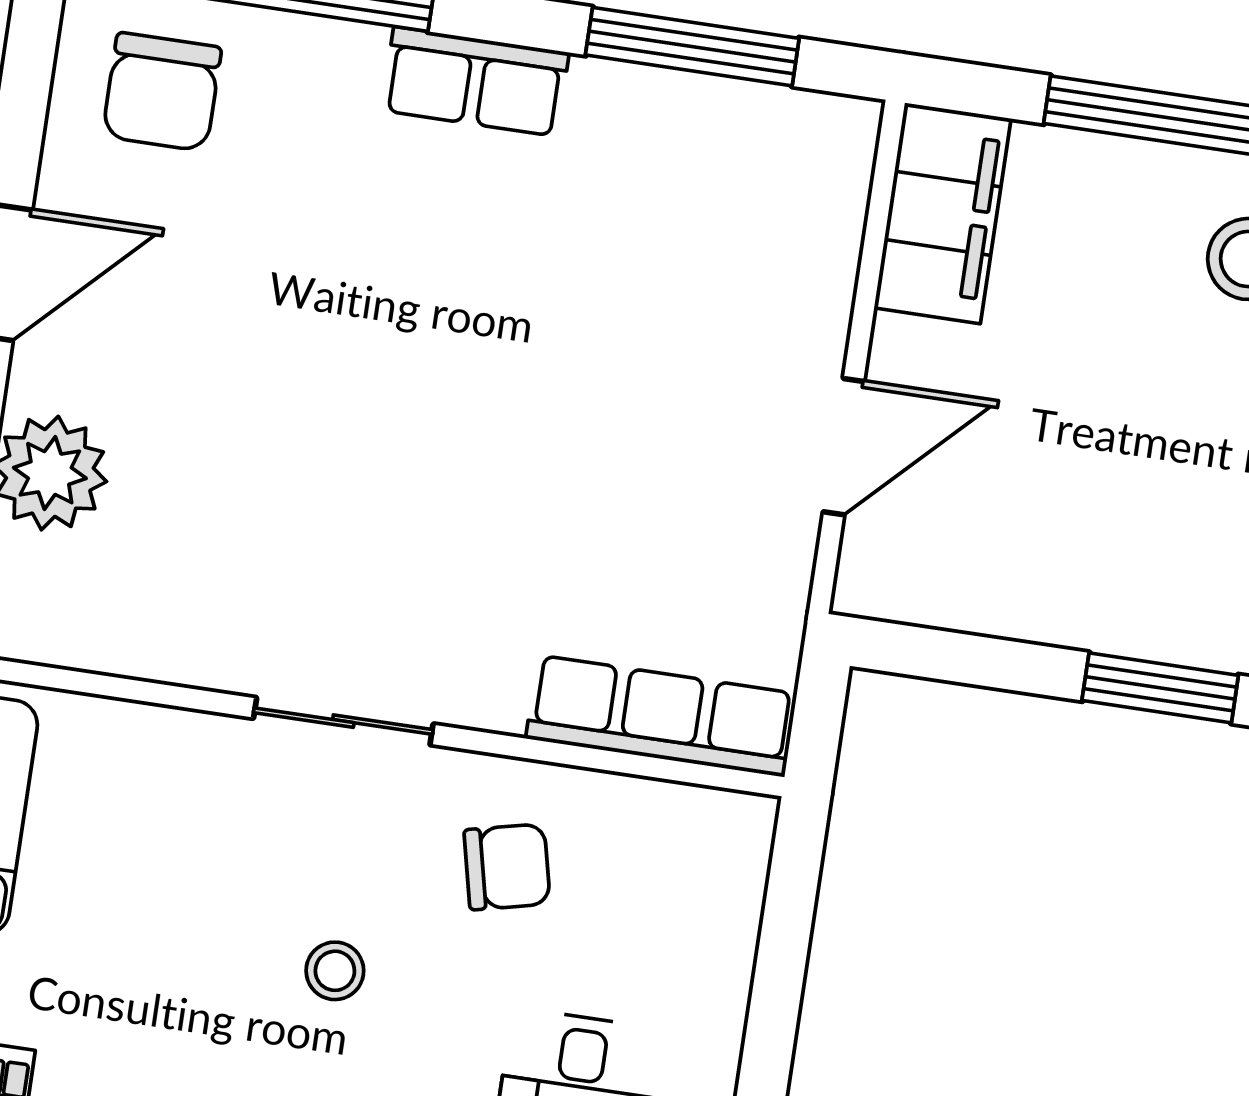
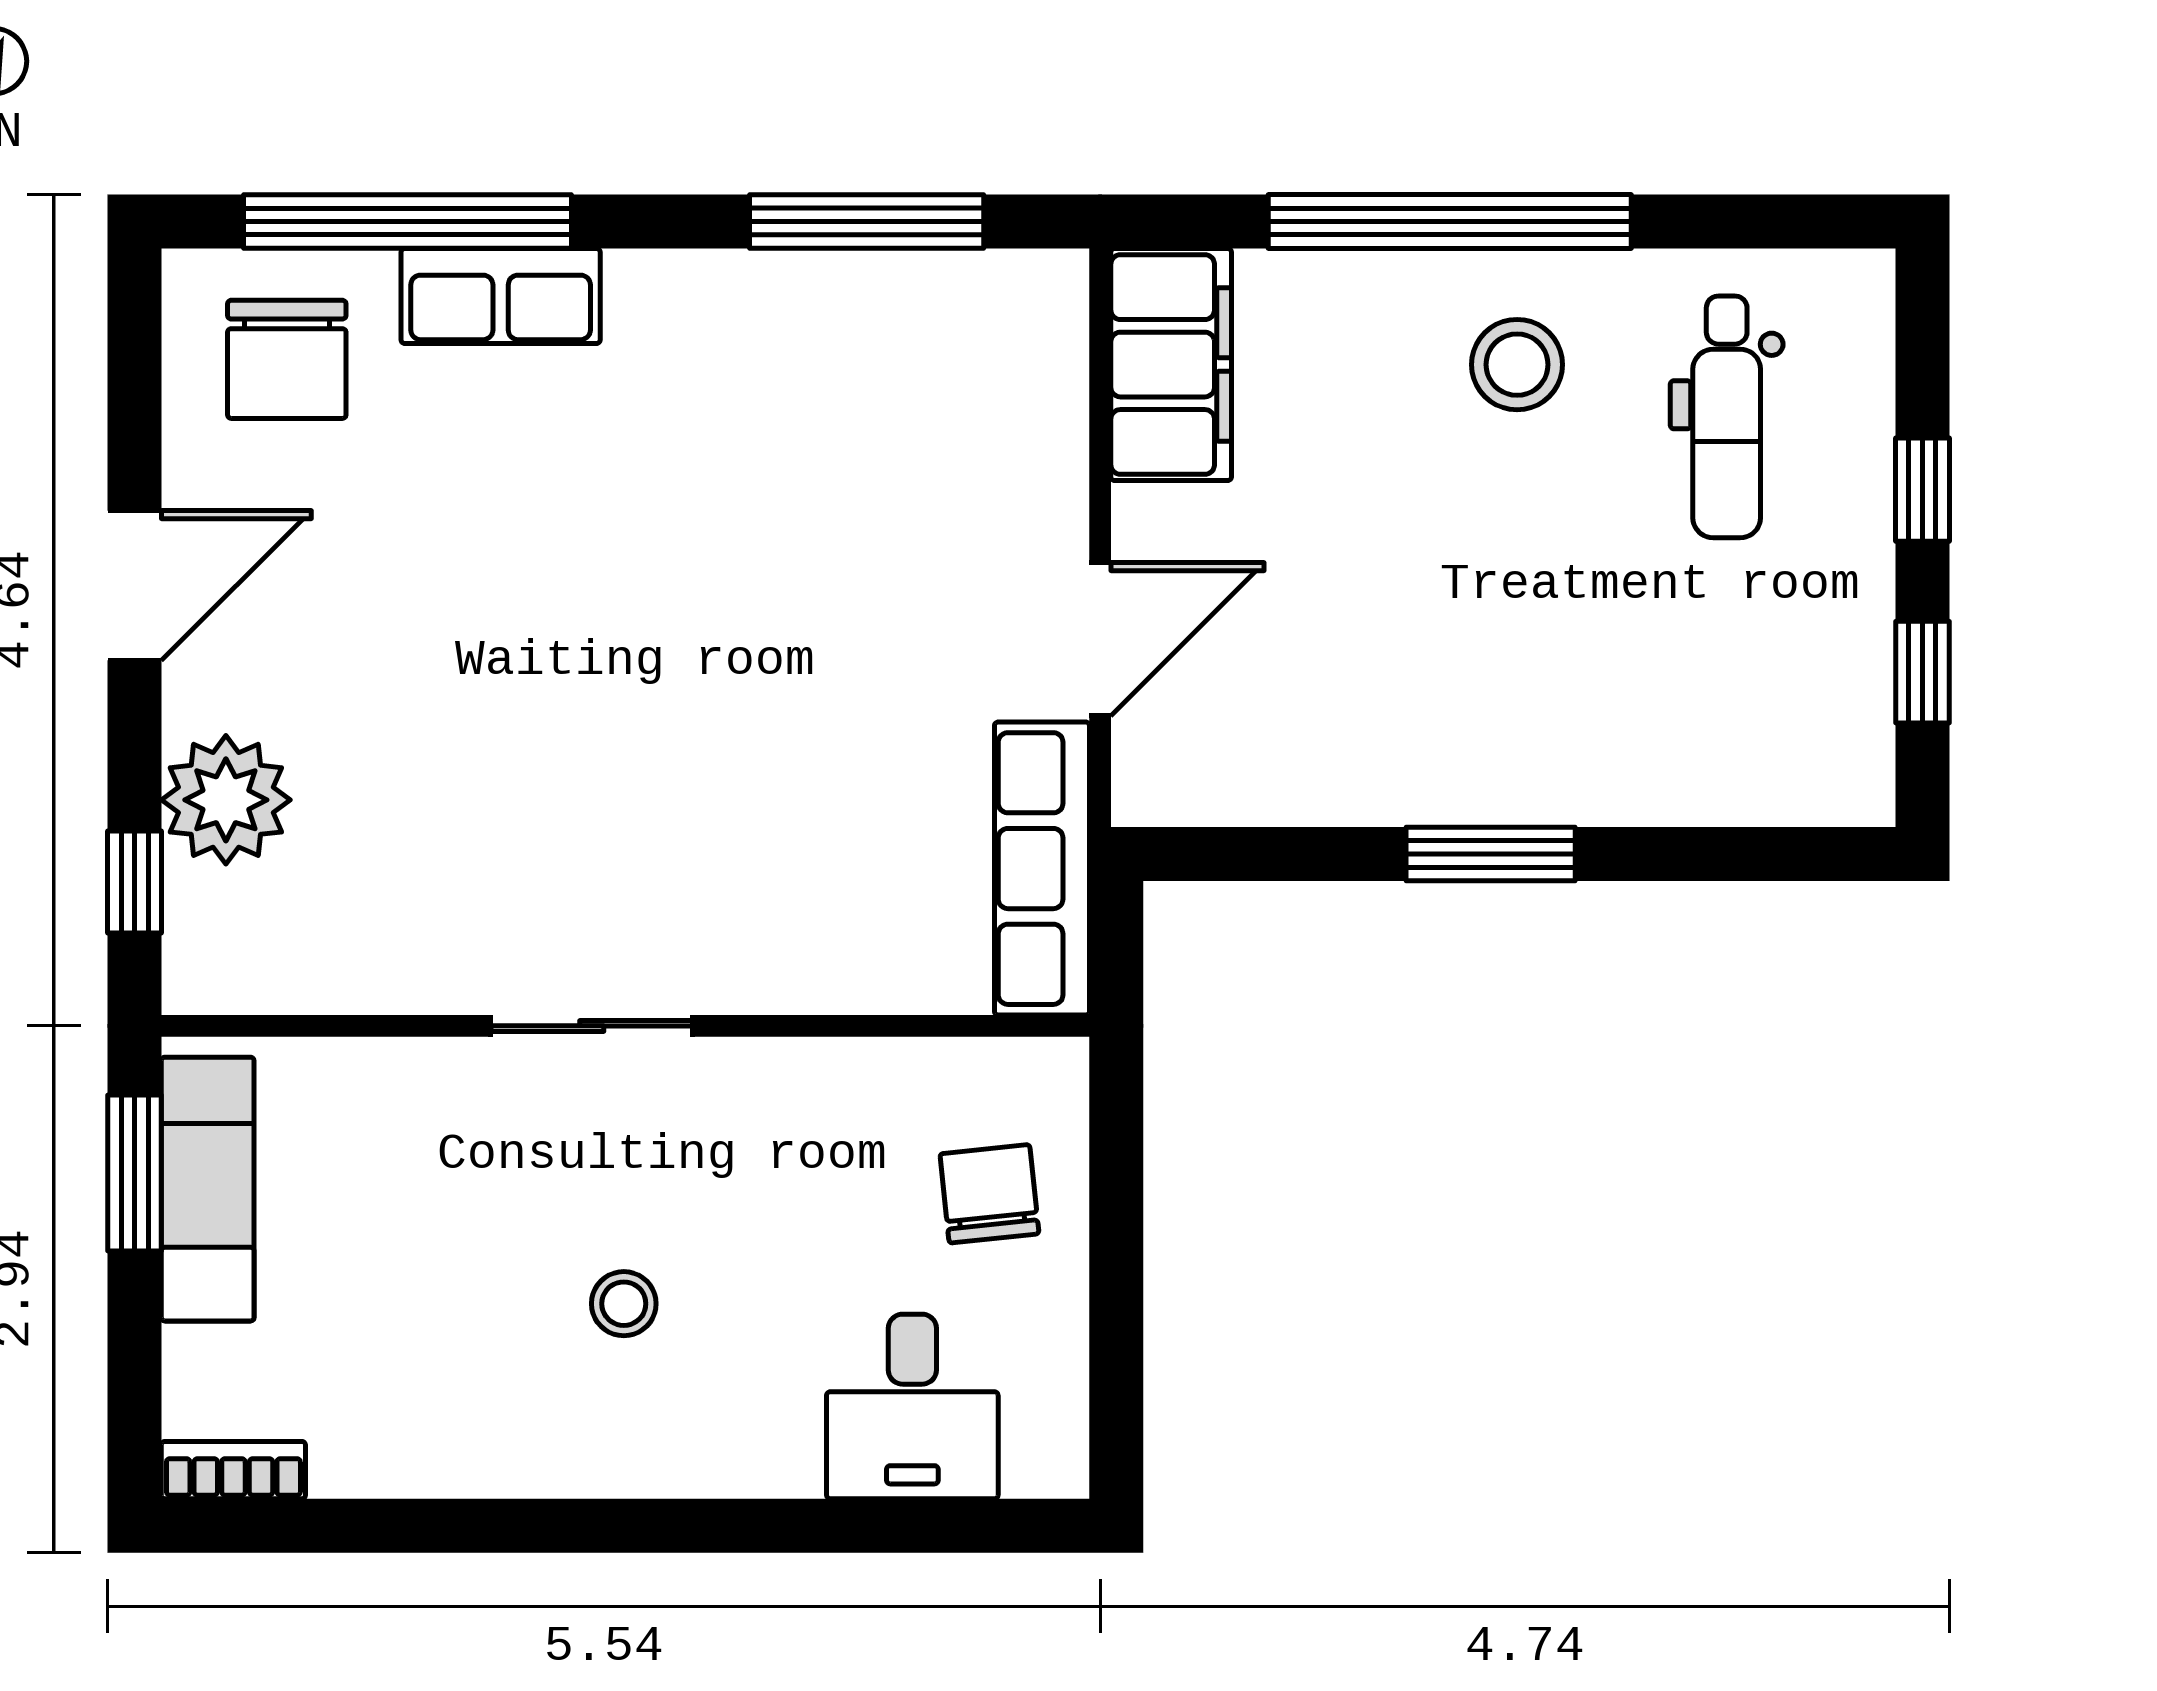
row of seats: (475, 81) -> (501, 296), moved
row of seats: (661, 716) -> (1042, 869), moved, turned -90
chair: (507, 867) -> (989, 1194), moved, turned -83

